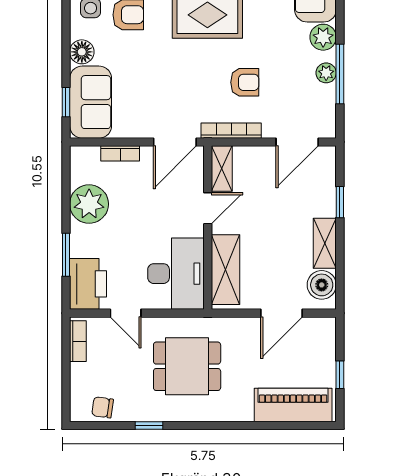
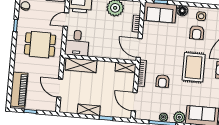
door: (208, 208) -> (109, 60), removed
desk: (176, 274) -> (77, 43), width x0.73
boiler: (322, 285) -> (70, 107), removed
dining table: (187, 366) -> (40, 45), turned 90

